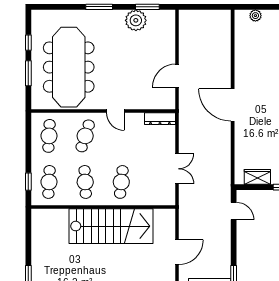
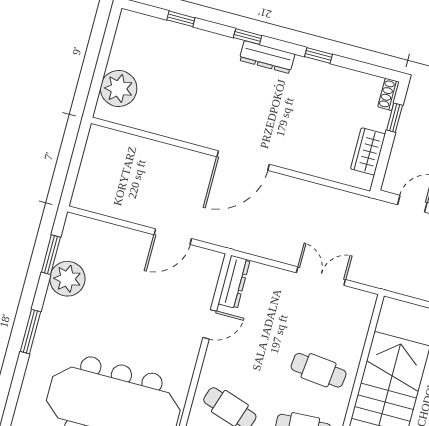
plant: (255, 16) -> (119, 89), width x1.88, depth x1.88
door: (177, 76) -> (173, 237), hinge flipped
door: (115, 111) -> (210, 324), moved

